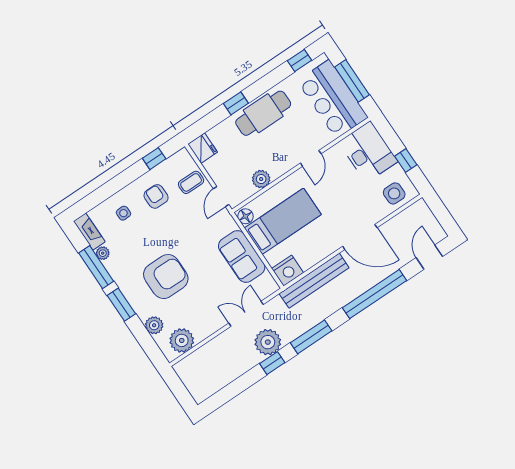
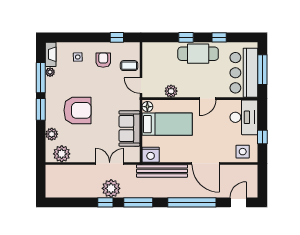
window: (299, 61) -> (219, 37), moved
fridge: (203, 148) -> (149, 50), removed
door: (221, 197) -> (141, 86), hinge flipped

